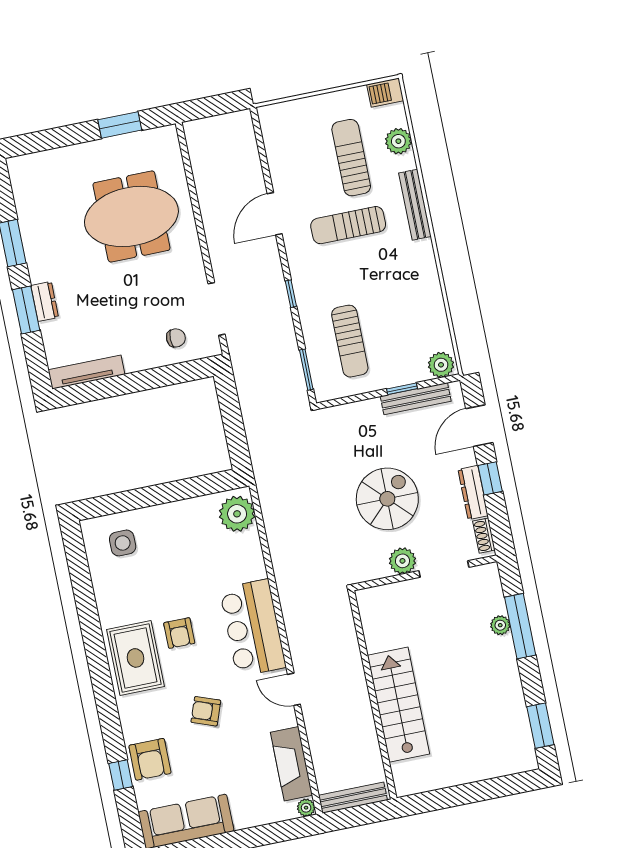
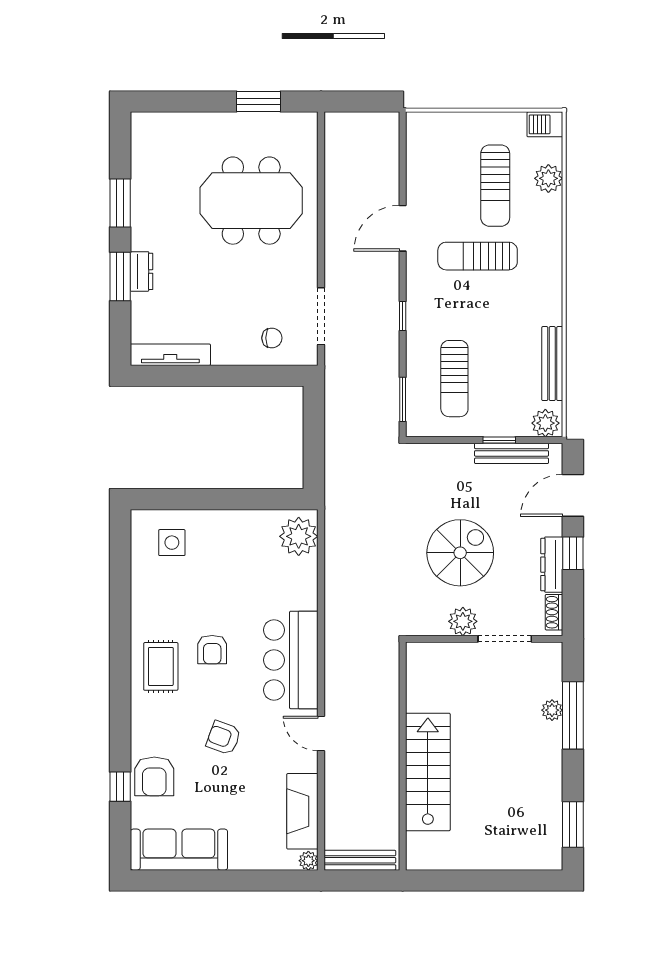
sun lounger: (351, 158) -> (495, 186), turned 180
bench: (415, 205) -> (552, 364), moved
rug: (136, 658) -> (161, 666), width x0.73, depth x0.70

